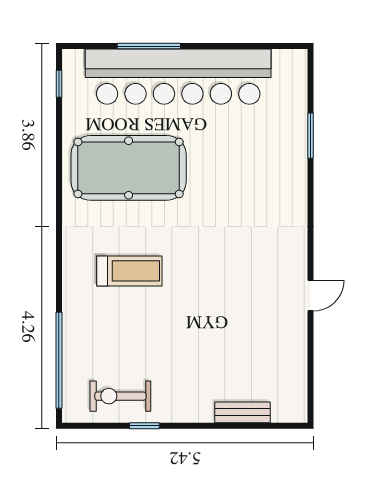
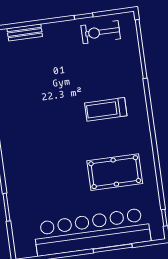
pool table: (129, 168) -> (115, 172), width x0.73, depth x0.76
exercise bike: (120, 396) -> (101, 32), turned 180

